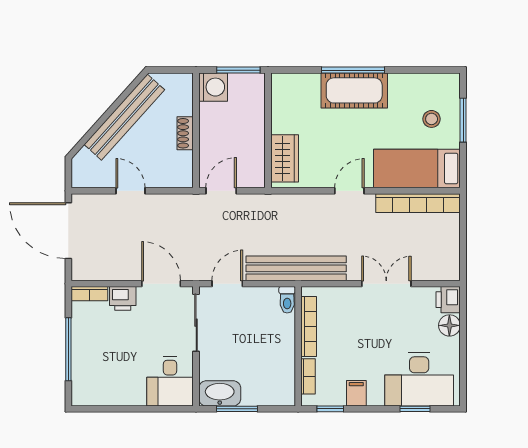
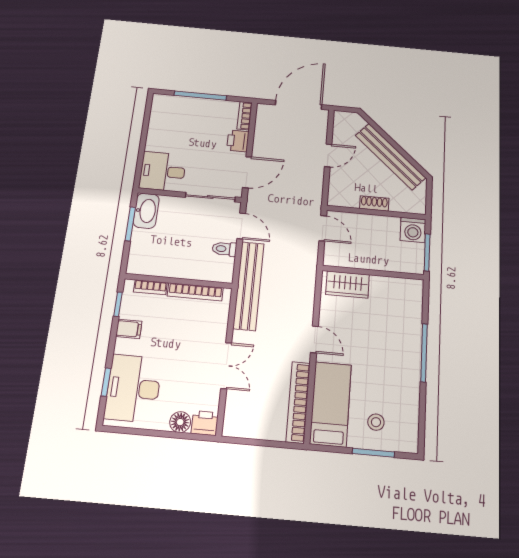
cot: (354, 90) -> (405, 352), removed
toilet: (287, 300) -> (224, 249), moved

